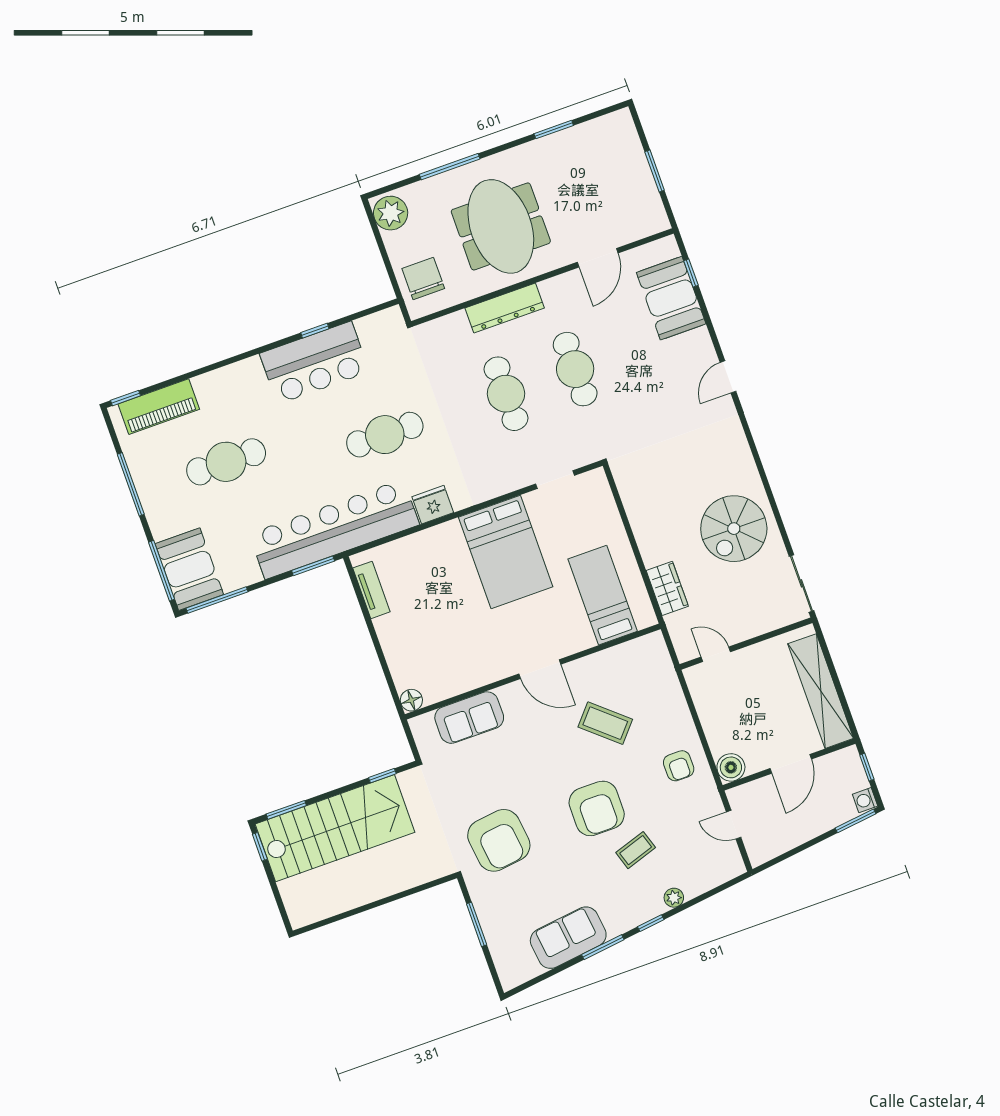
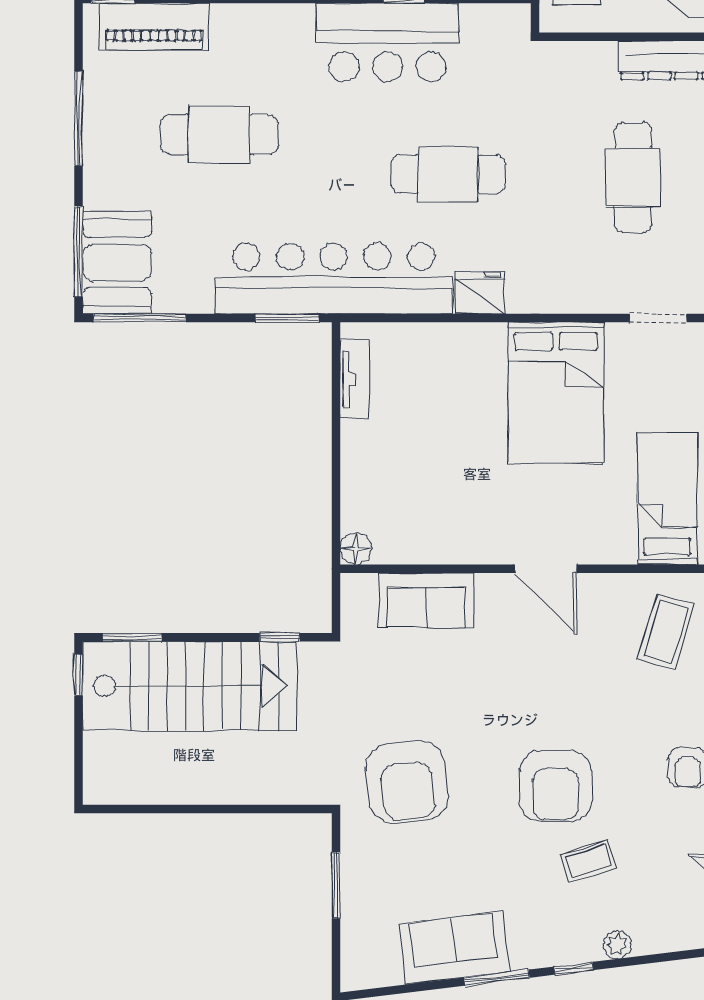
coffee table: (605, 723) -> (666, 632), moved, turned 65

